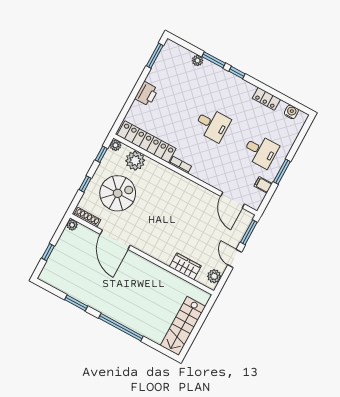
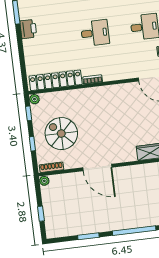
printer: (147, 94) -> (28, 29), moved
plant: (135, 161) -> (57, 100), removed
spiral stairs: (118, 193) -> (61, 134), turned -90
door: (115, 240) -> (97, 167), moved

